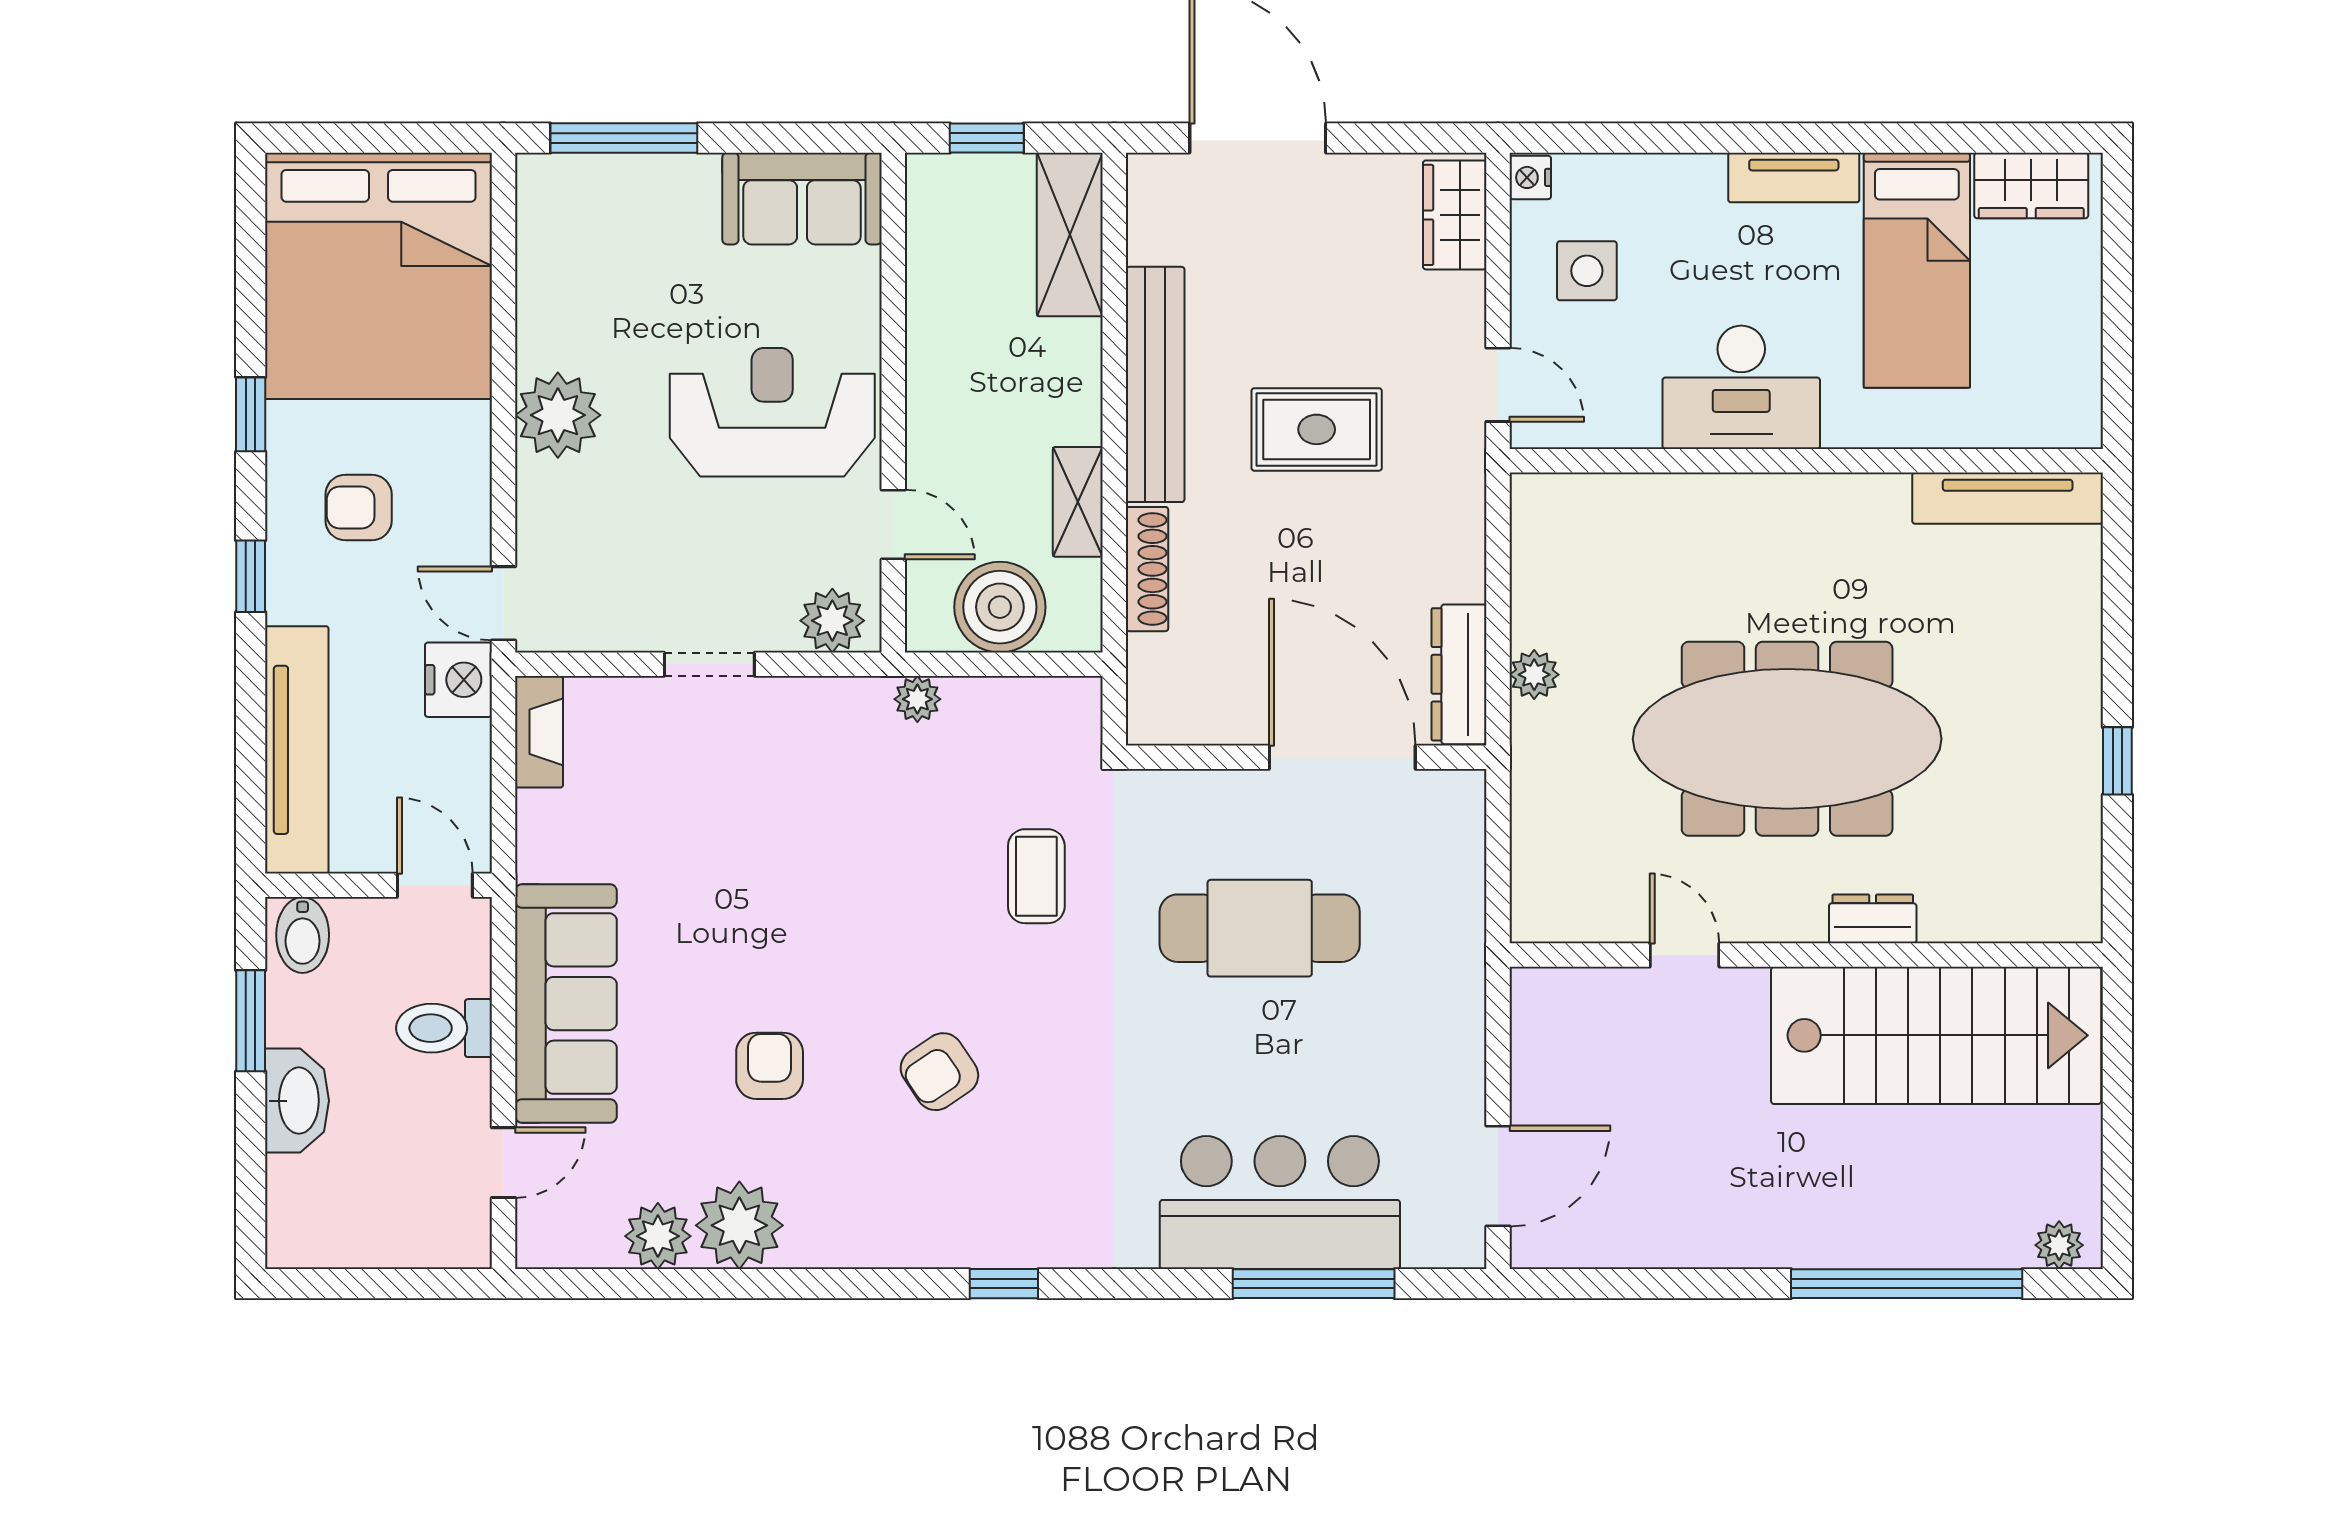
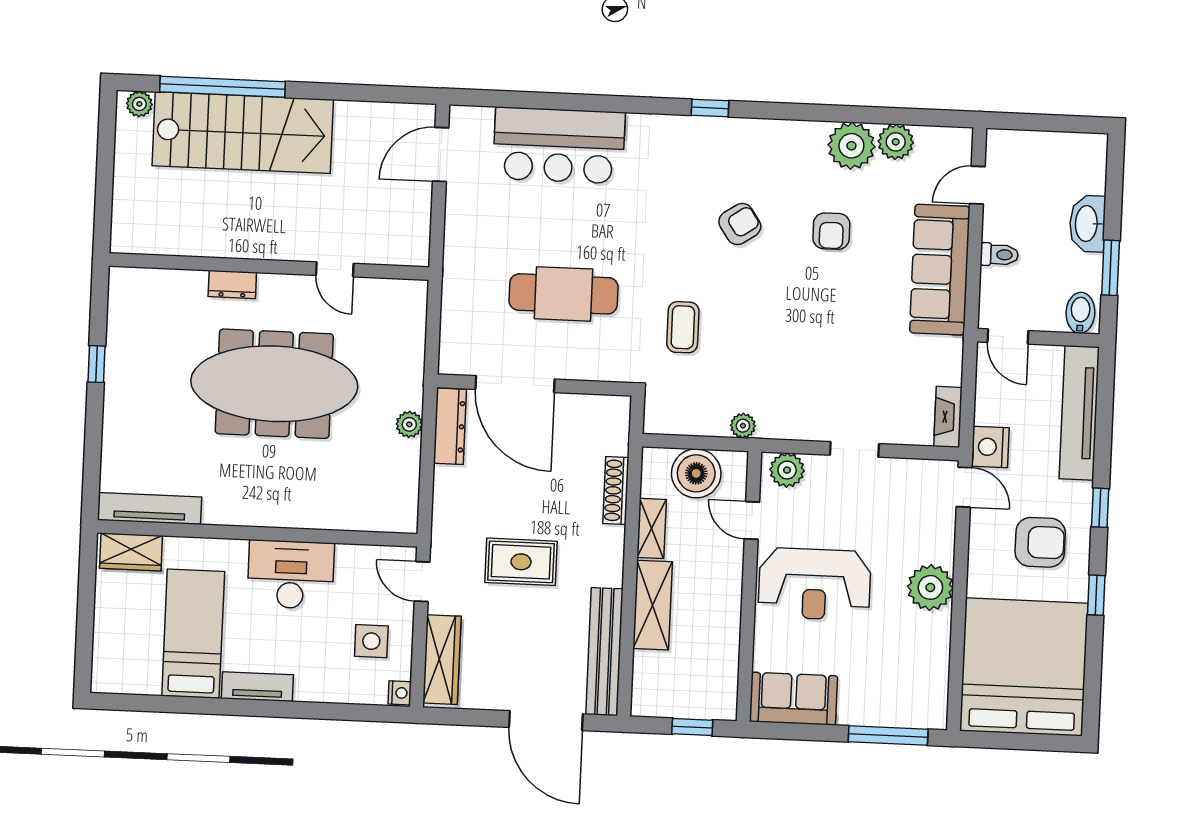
wardrobe: (2031, 185) -> (131, 552), moved, turned 180
wardrobe: (1455, 215) -> (442, 660), width x1.50
shelving: (1070, 234) -> (653, 605), moved
bench: (1155, 384) -> (604, 652), moved
armchair: (359, 507) -> (1040, 542), width x1.38, depth x1.38
toilet: (444, 1028) -> (999, 255), width x0.73, depth x0.72
stairs: (1936, 1035) -> (243, 133), moved, turned 180
window: (1314, 1284) -> (543, 101), removed

